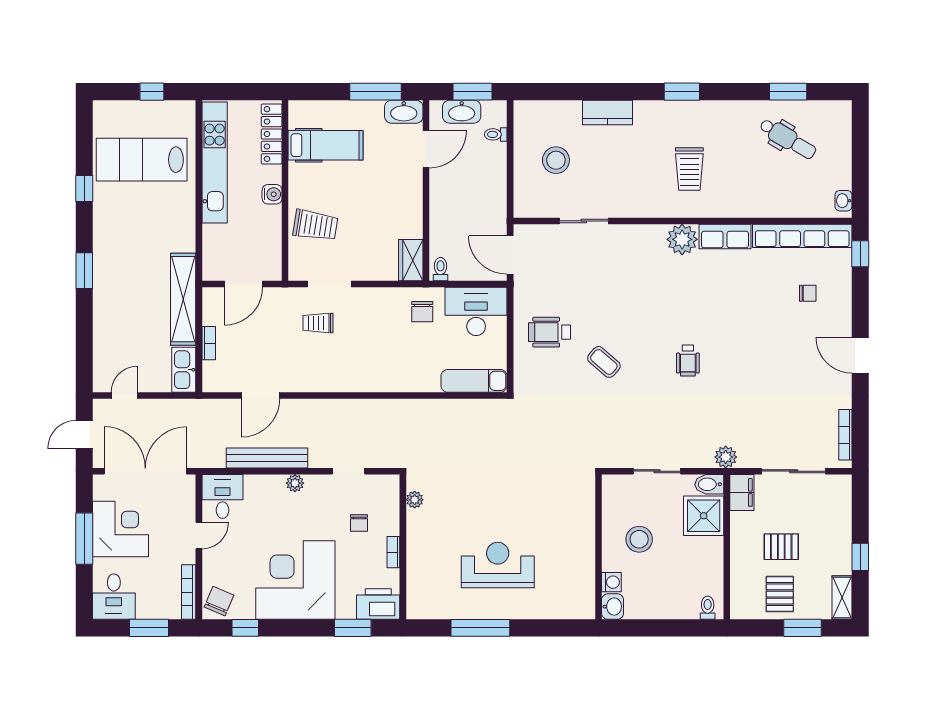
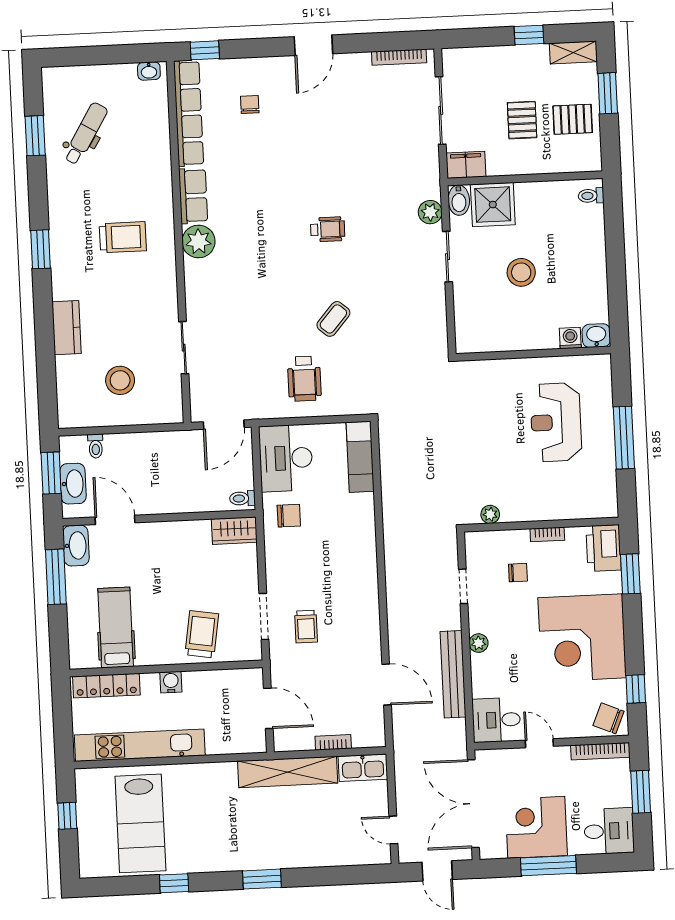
plant: (726, 457) -> (430, 212), moved
wall: (598, 547) -> (533, 354), moved
washing machine: (611, 582) -> (570, 338), moved
washbasin: (613, 607) -> (596, 336), moved

